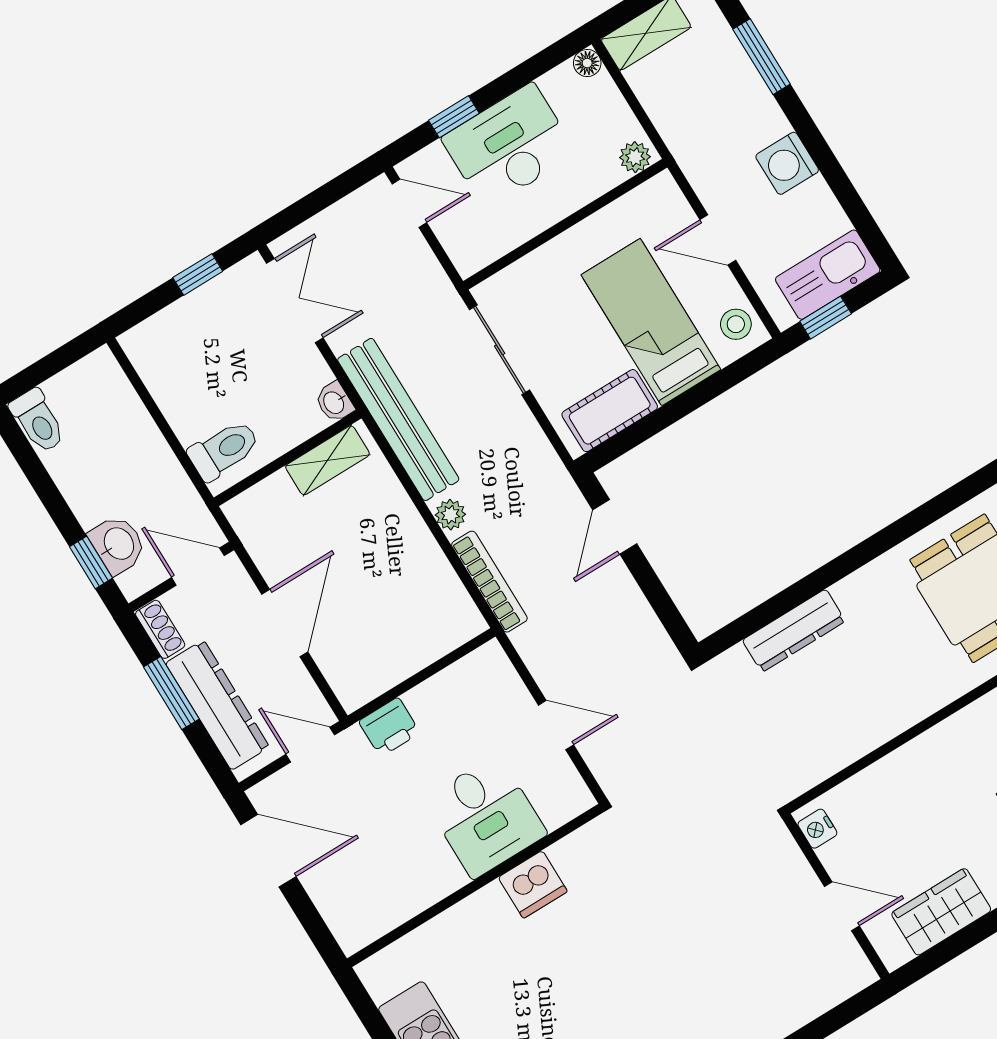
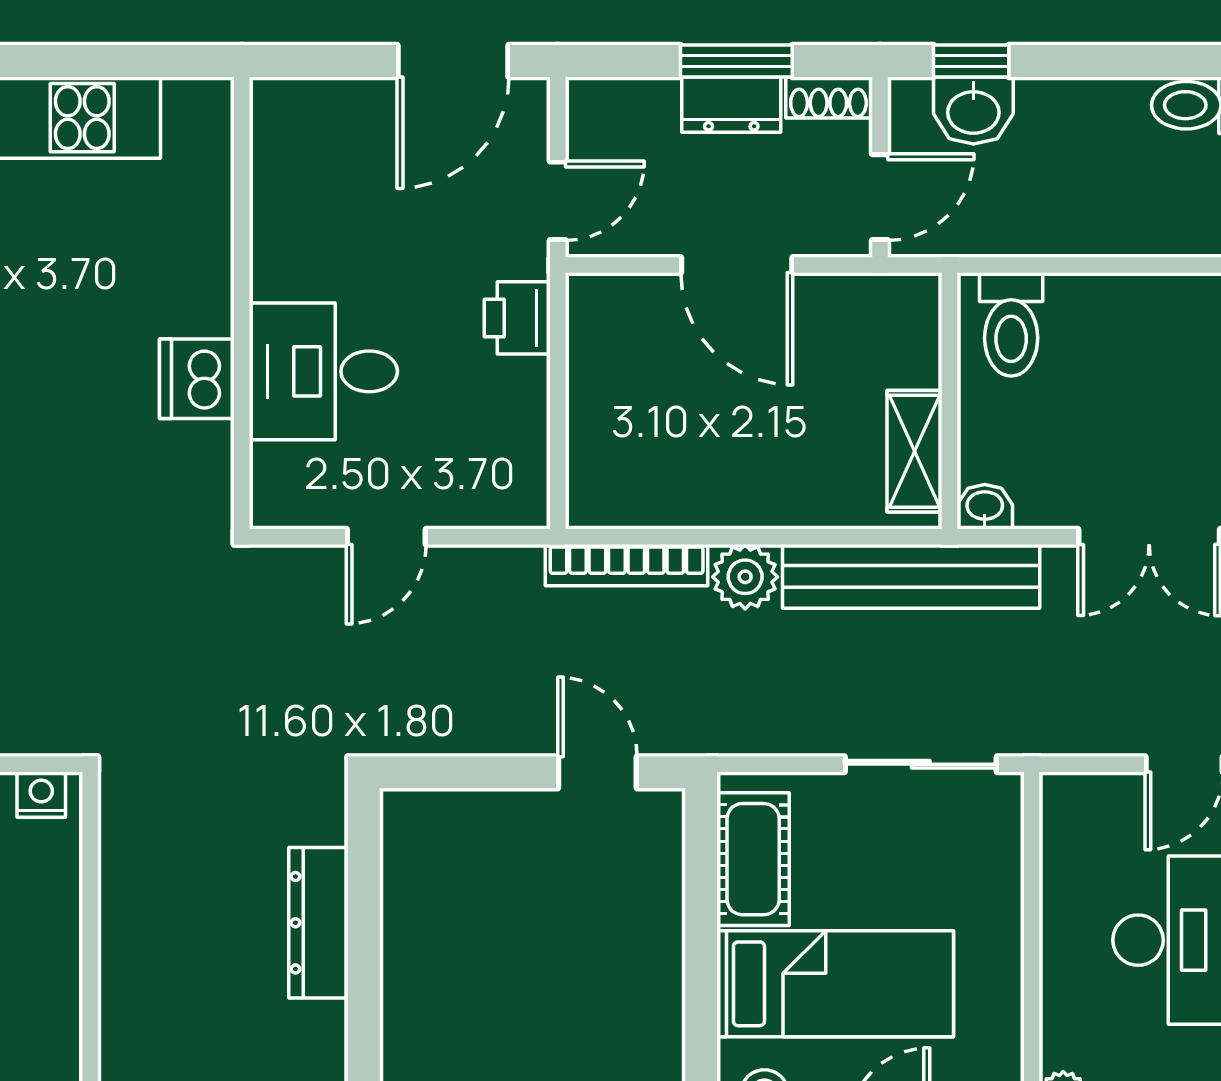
plant: (450, 515) -> (745, 577), width x1.38, depth x1.38
dresser: (217, 705) -> (731, 105), width x0.51, depth x0.80

